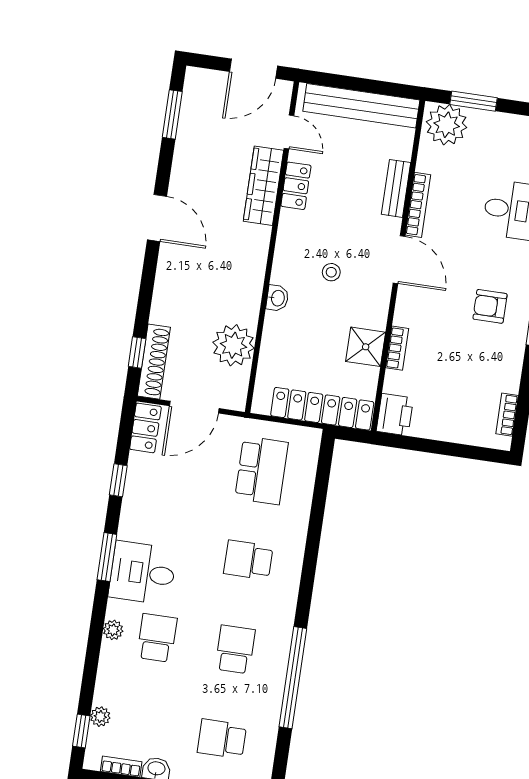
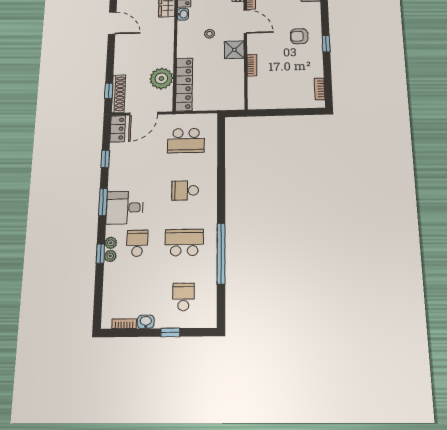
washbasin: (277, 298) -> (183, 14), moved
shower: (366, 347) -> (234, 50), moved
locker: (322, 409) -> (184, 84), moved, turned 90
printer: (395, 415) -> (257, 99), removed
school desk: (262, 470) -> (186, 141), turned 90
school desk: (235, 649) -> (184, 243), width x1.85
plant: (100, 717) -> (110, 256), moved
window: (81, 731) -> (100, 254), moved
school desk: (222, 739) -> (183, 297), turned 90

